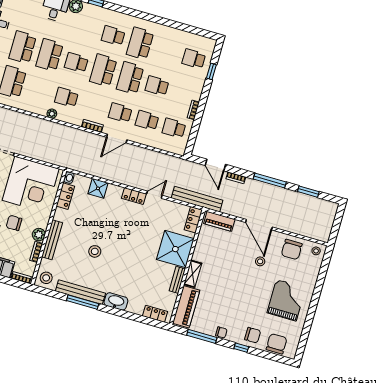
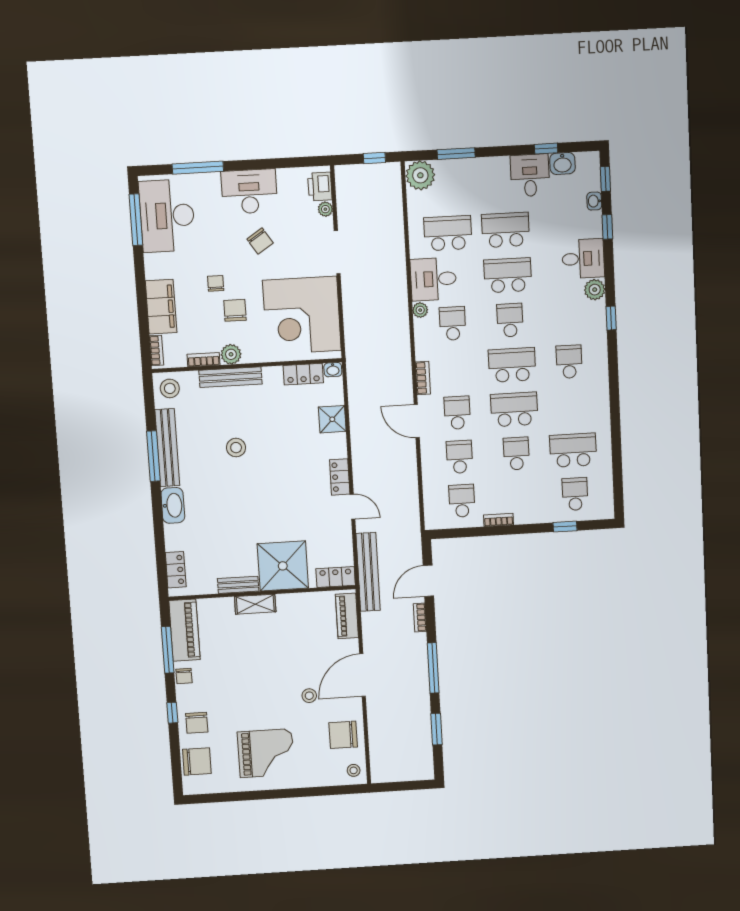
school desk: (140, 43) -> (573, 450), moved
desk: (36, 100) -> (433, 279), added
piano: (186, 307) -> (184, 630), moved, turned -90

